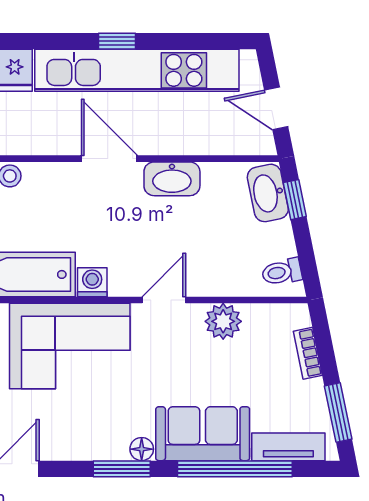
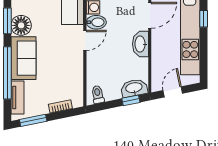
bidet: (124, 275) -> (96, 22), added
door: (164, 300) -> (85, 40), hinge flipped
plant: (223, 321) -> (75, 68), removed
floor lamp: (142, 449) -> (21, 25), width x1.89, depth x1.89

